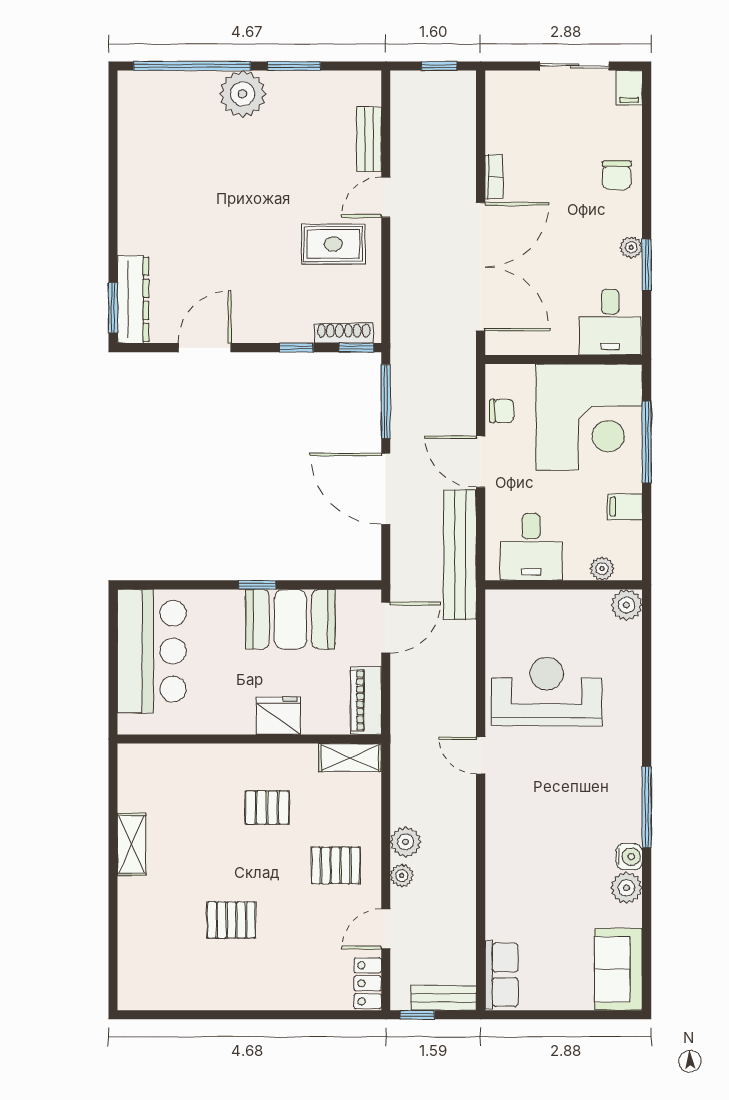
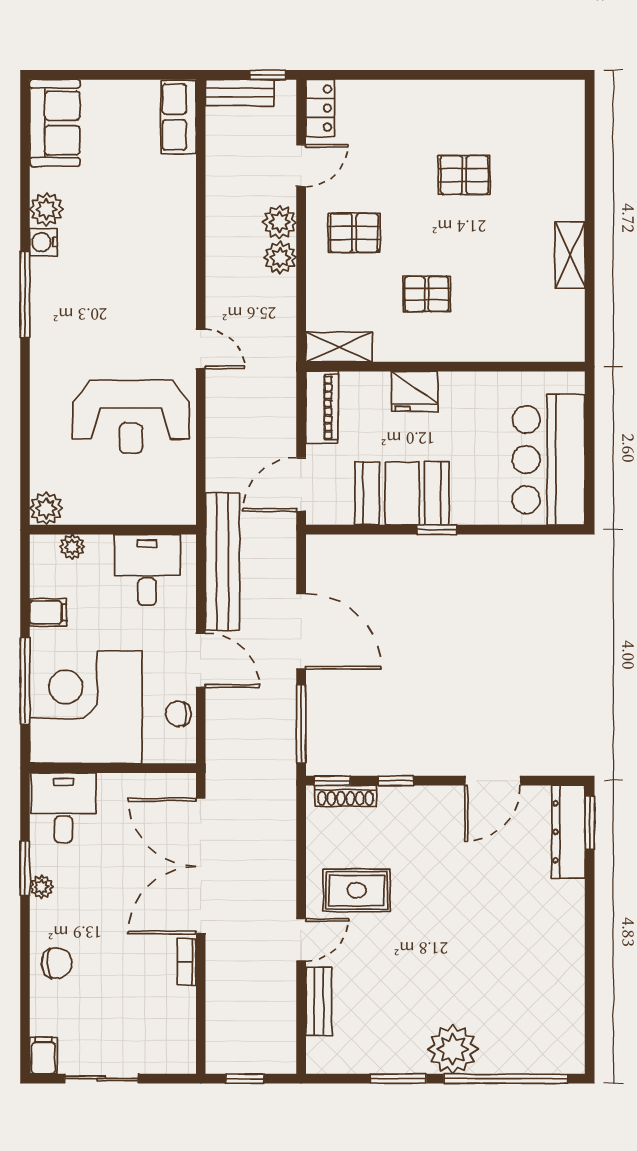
chair: (617, 175) -> (57, 963), turned 86
plant: (402, 876) -> (280, 222), width x1.38, depth x1.38

